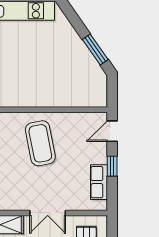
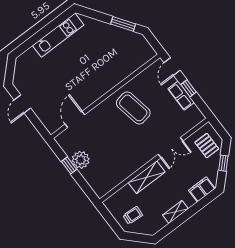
row of seats: (99, 182) -> (181, 96), moved

